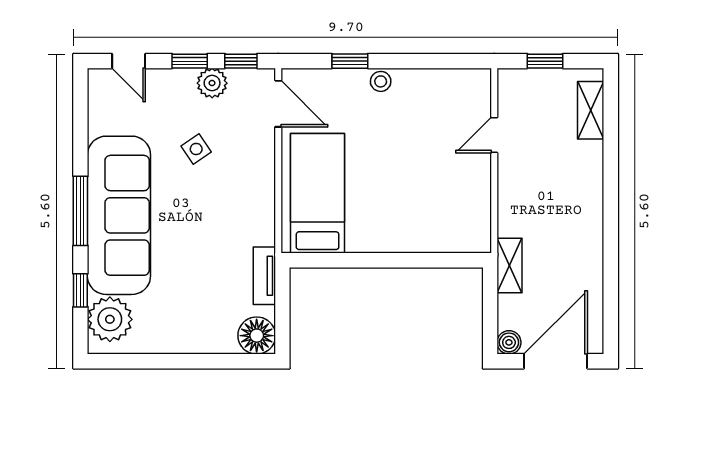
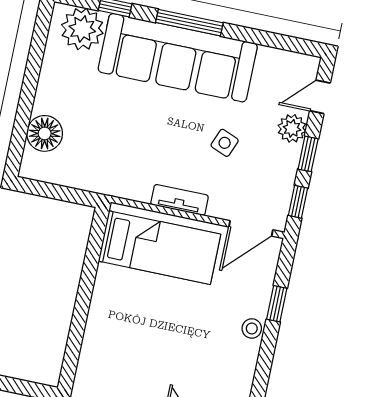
plant: (212, 83) -> (292, 128), moved
side table: (196, 149) -> (225, 143), turned -34
tv unit: (264, 276) -> (180, 200), moved
floor lamp: (257, 336) -> (45, 133), moved

